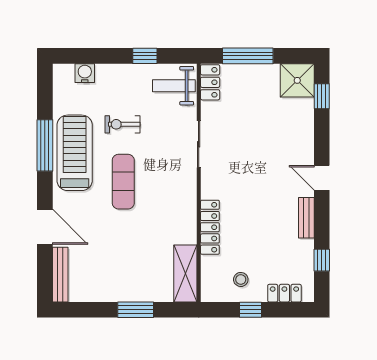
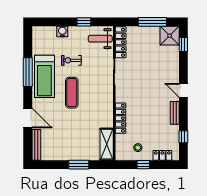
window: (248, 56) -> (152, 22), moved
water cooler: (85, 73) -> (62, 32), moved
locker: (210, 82) -> (121, 42), width x1.53
treadmill: (75, 153) -> (44, 76), turned 180

